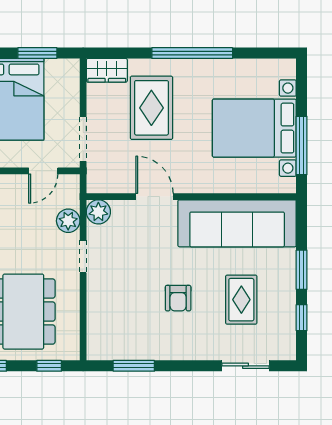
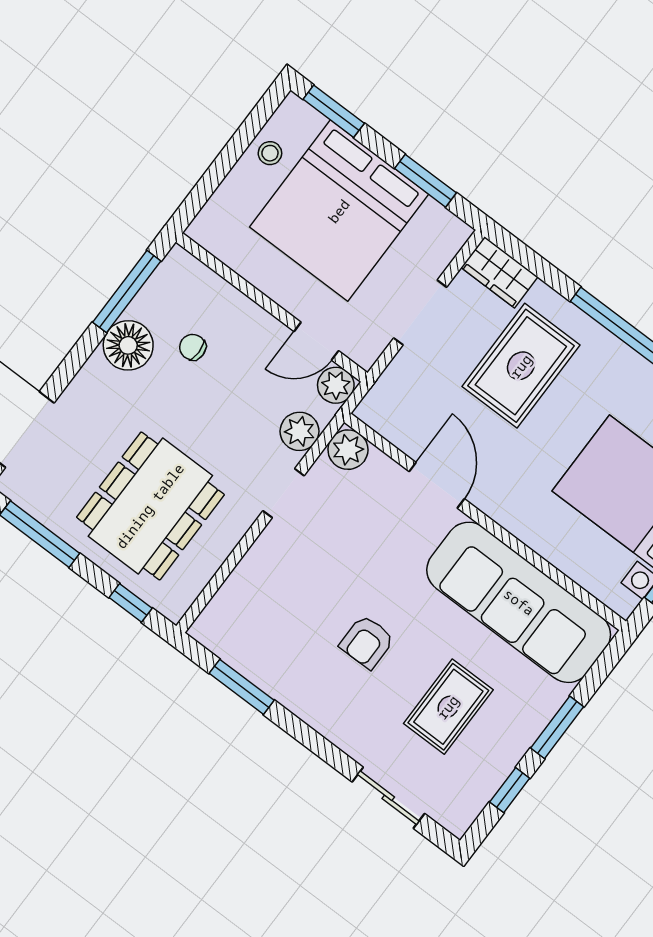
doorway: (83, 139) -> (420, 313), moved
plant: (69, 185) -> (336, 385), added

